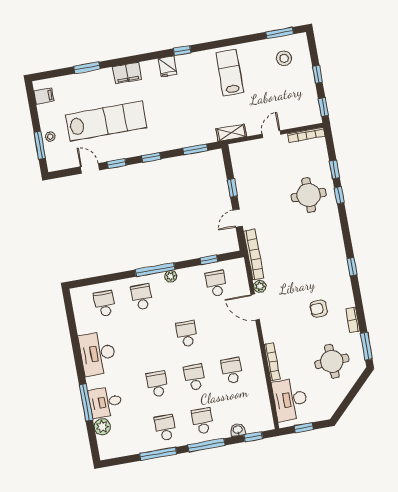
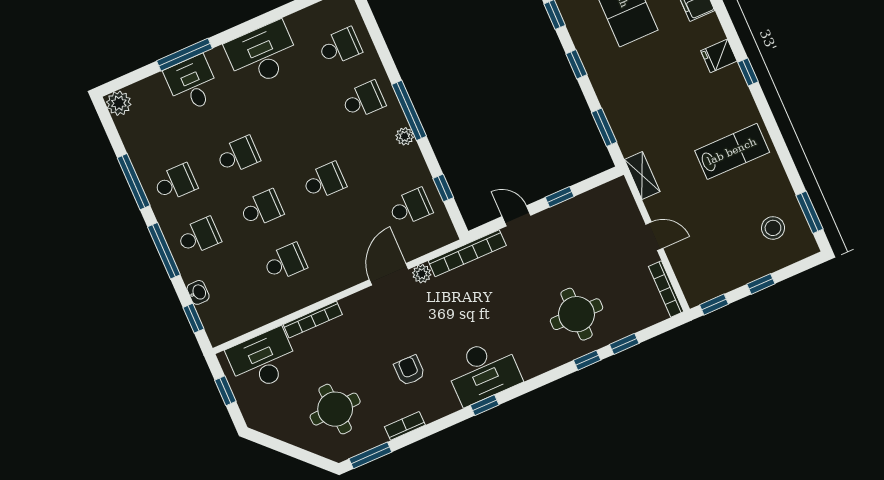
desk: (330, 262) -> (483, 371), added
plant: (102, 427) -> (119, 103), moved

